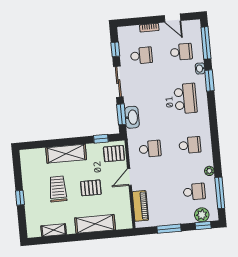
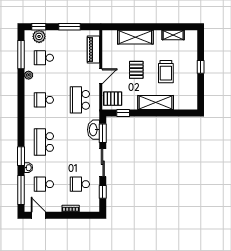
door: (173, 18) -> (38, 215), moved
school desk: (150, 149) -> (80, 100), width x1.85
pallet: (91, 188) -> (136, 70), turned 90

